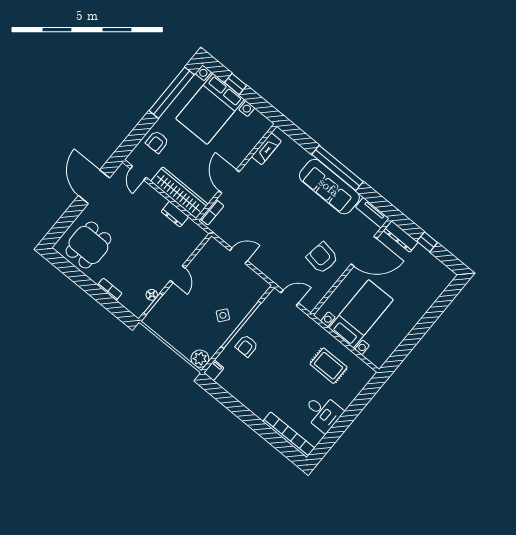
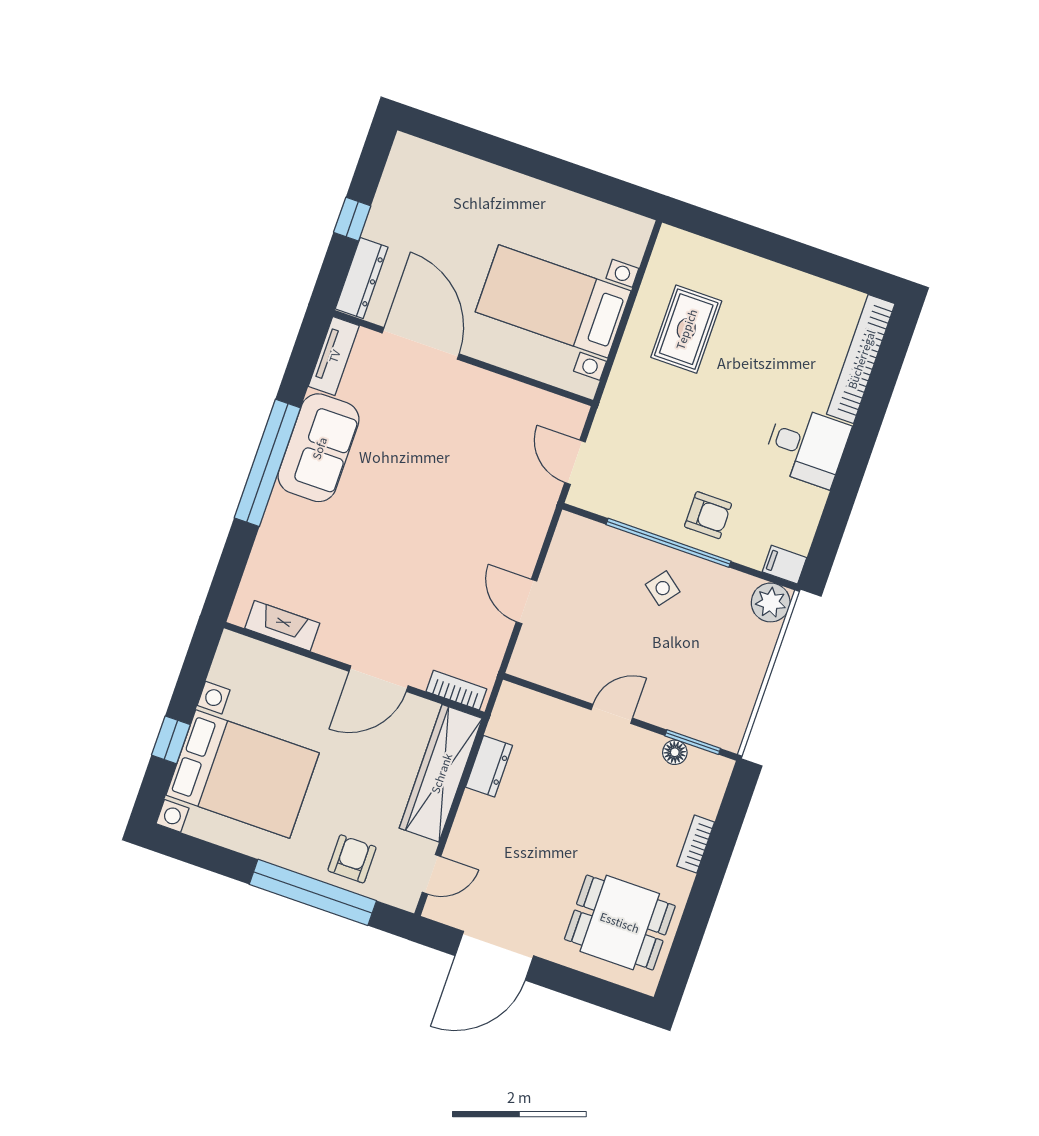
window: (172, 93) -> (313, 892), moved
armchair: (157, 142) -> (352, 859), turned -90
sofa: (329, 187) -> (319, 448), width x0.73
armchair: (322, 258) -> (466, 425), removed
desk: (323, 412) -> (807, 446), moved, turned 90

